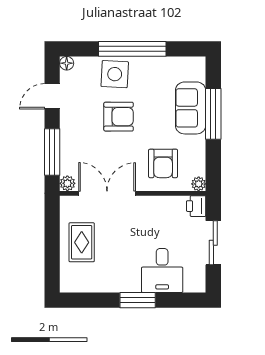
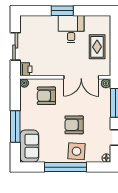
sofa: (191, 108) -> (29, 146), moved
armchair: (163, 163) -> (46, 96), turned -90
desk: (162, 271) -> (71, 29), moved

